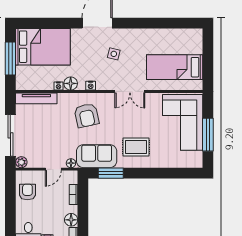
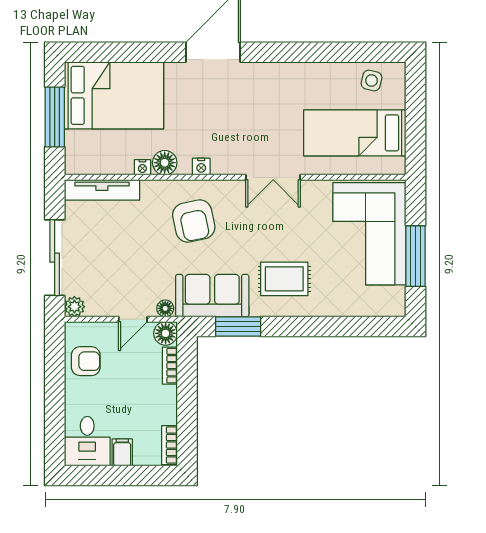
side table: (114, 54) -> (371, 81), moved
armchair: (27, 192) -> (86, 361), turned 90
floor lamp: (71, 220) -> (166, 333), moved

